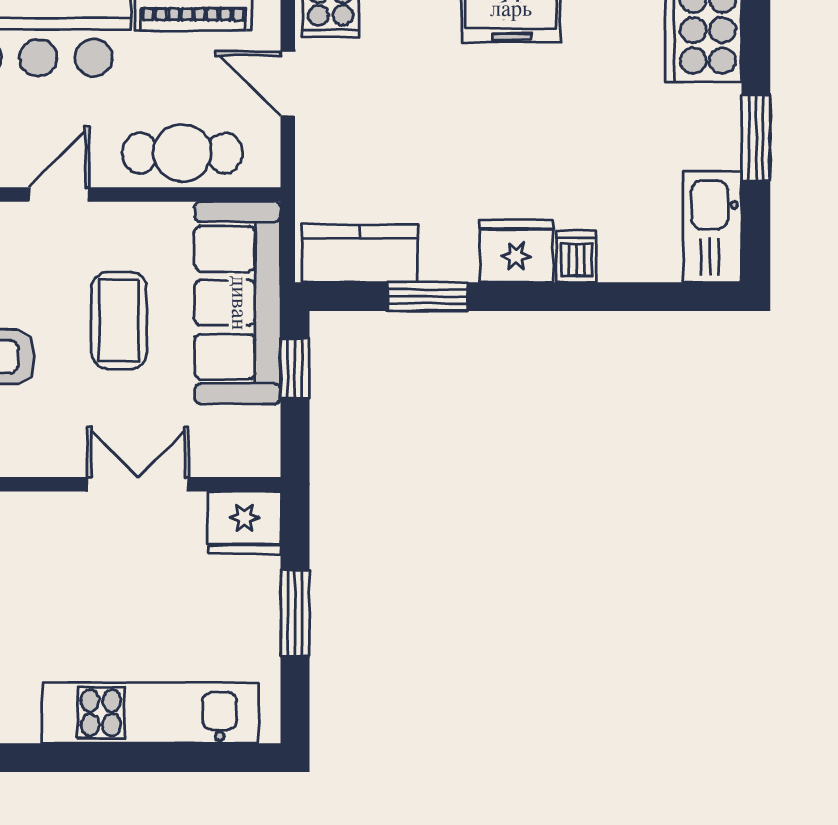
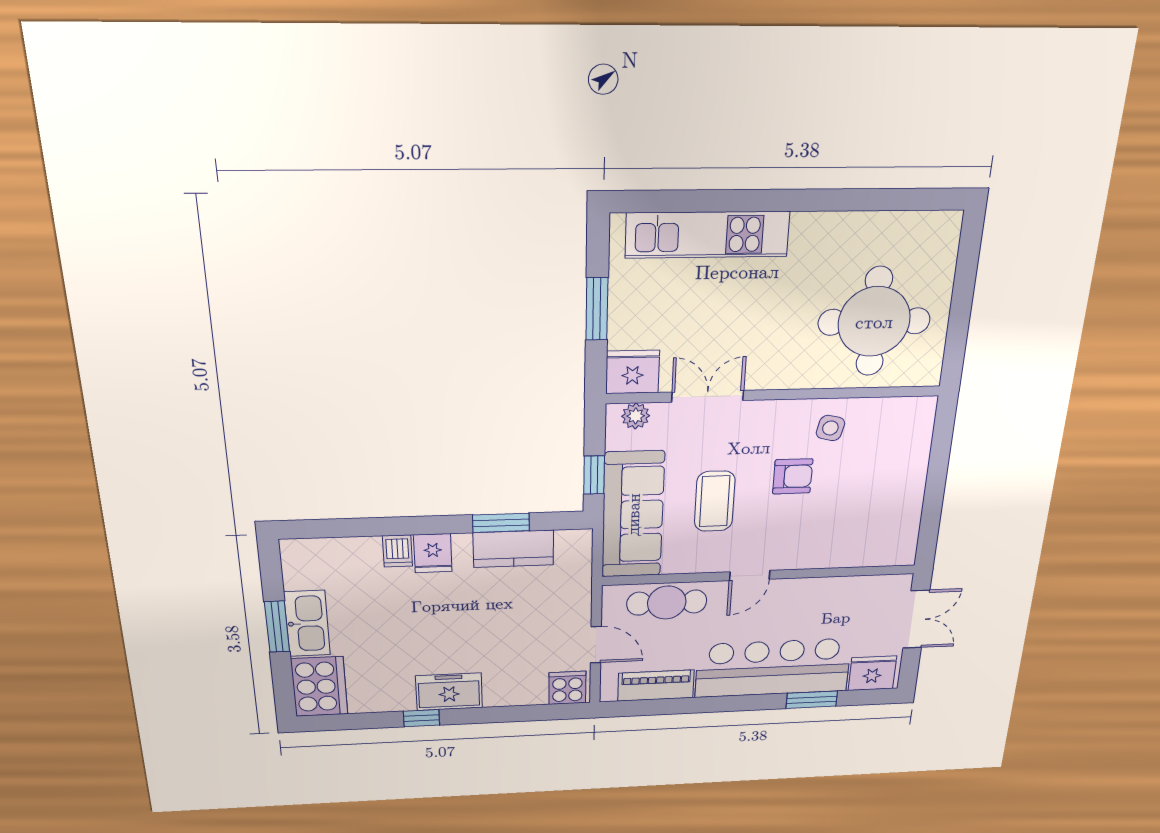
kitchen sink: (713, 227) -> (307, 624), moved
fridge: (516, 251) -> (433, 553), width x0.72
kitchen counter: (360, 253) -> (513, 549), moved
plant: (238, 457) -> (636, 416), added
double door: (138, 484) -> (708, 396), swing flipped

